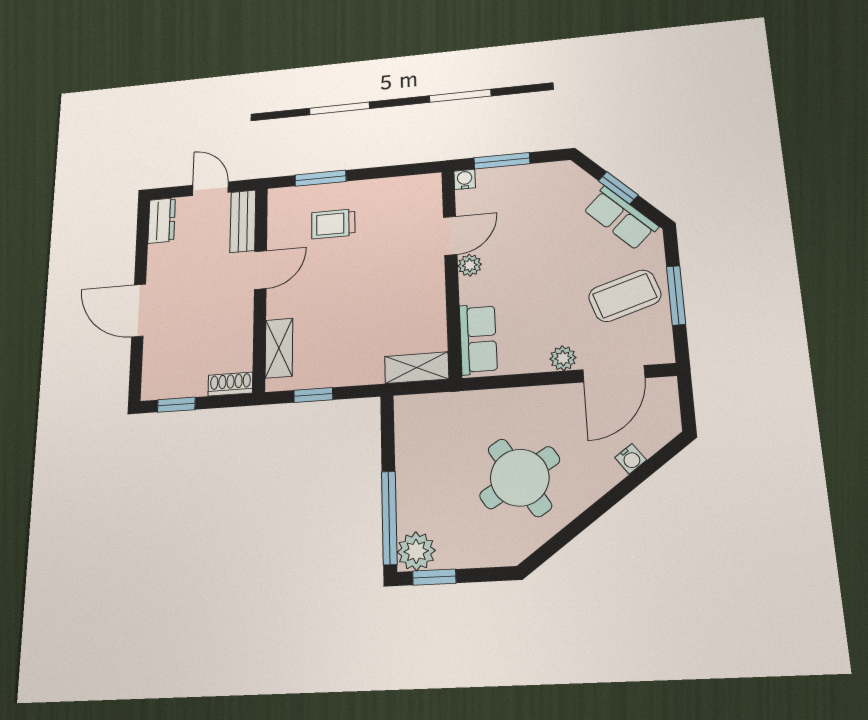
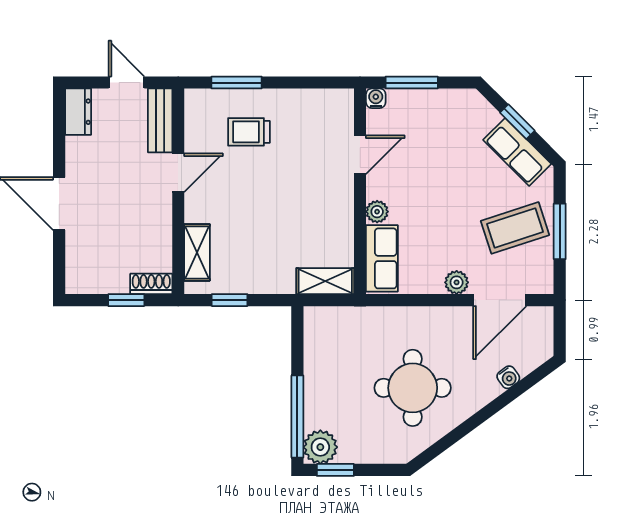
plant: (470, 265) -> (377, 212), moved
window: (176, 405) -> (126, 300), moved
round table: (520, 478) -> (413, 388), turned 32

